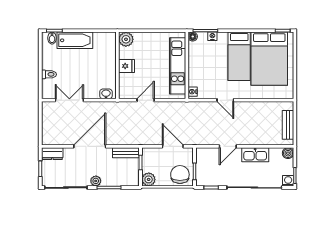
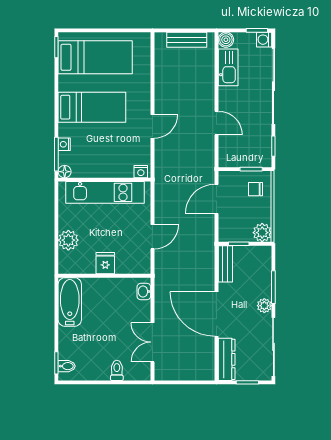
plant: (126, 39) -> (68, 240), moved
bathtub: (75, 40) -> (70, 302), moved
bed: (269, 59) -> (95, 57), width x0.67
door: (146, 100) -> (152, 237), swing flipped
dresser: (52, 154) -> (227, 359), width x1.44
kitchen sink: (255, 155) -> (228, 67), moved
chair: (180, 175) -> (255, 189), width x0.54, depth x0.54

